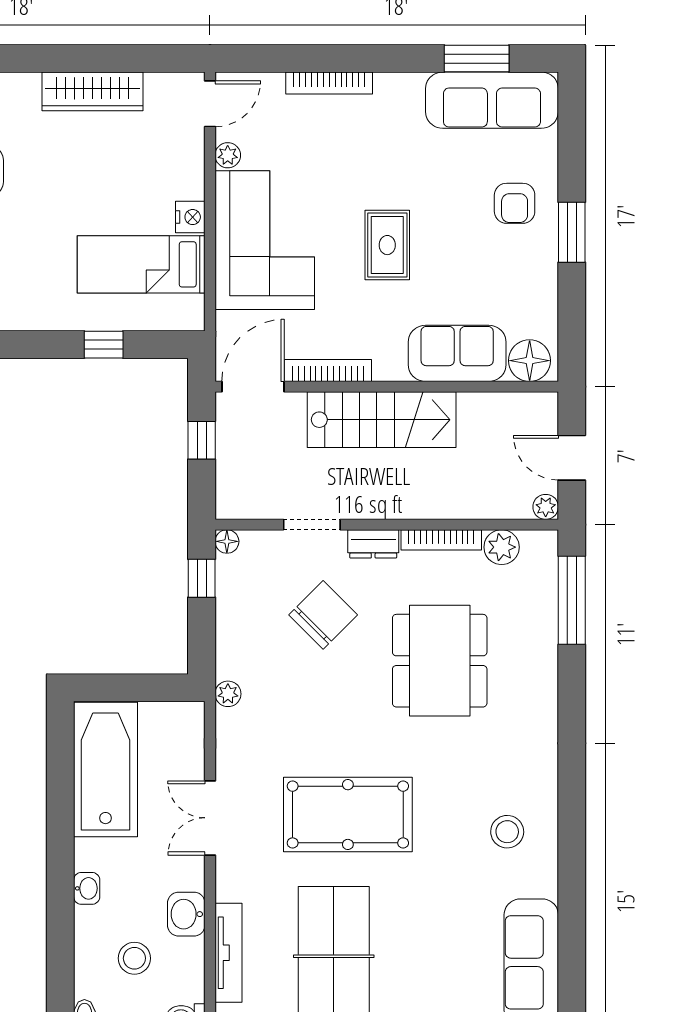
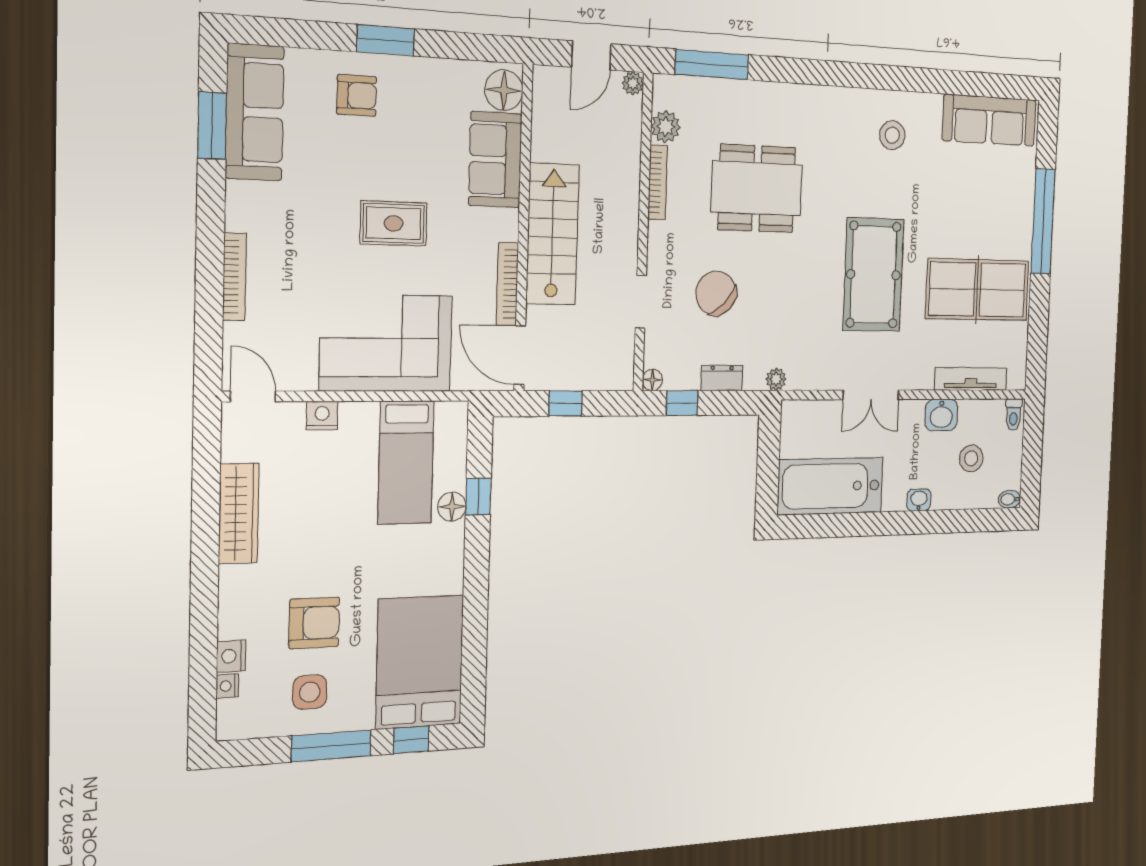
plant: (228, 155) -> (304, 379), removed
nightstand: (190, 217) -> (322, 416), moved
floor lamp: (94, 316) -> (452, 507), added
dresser: (373, 544) -> (722, 378), moved, turned -90

